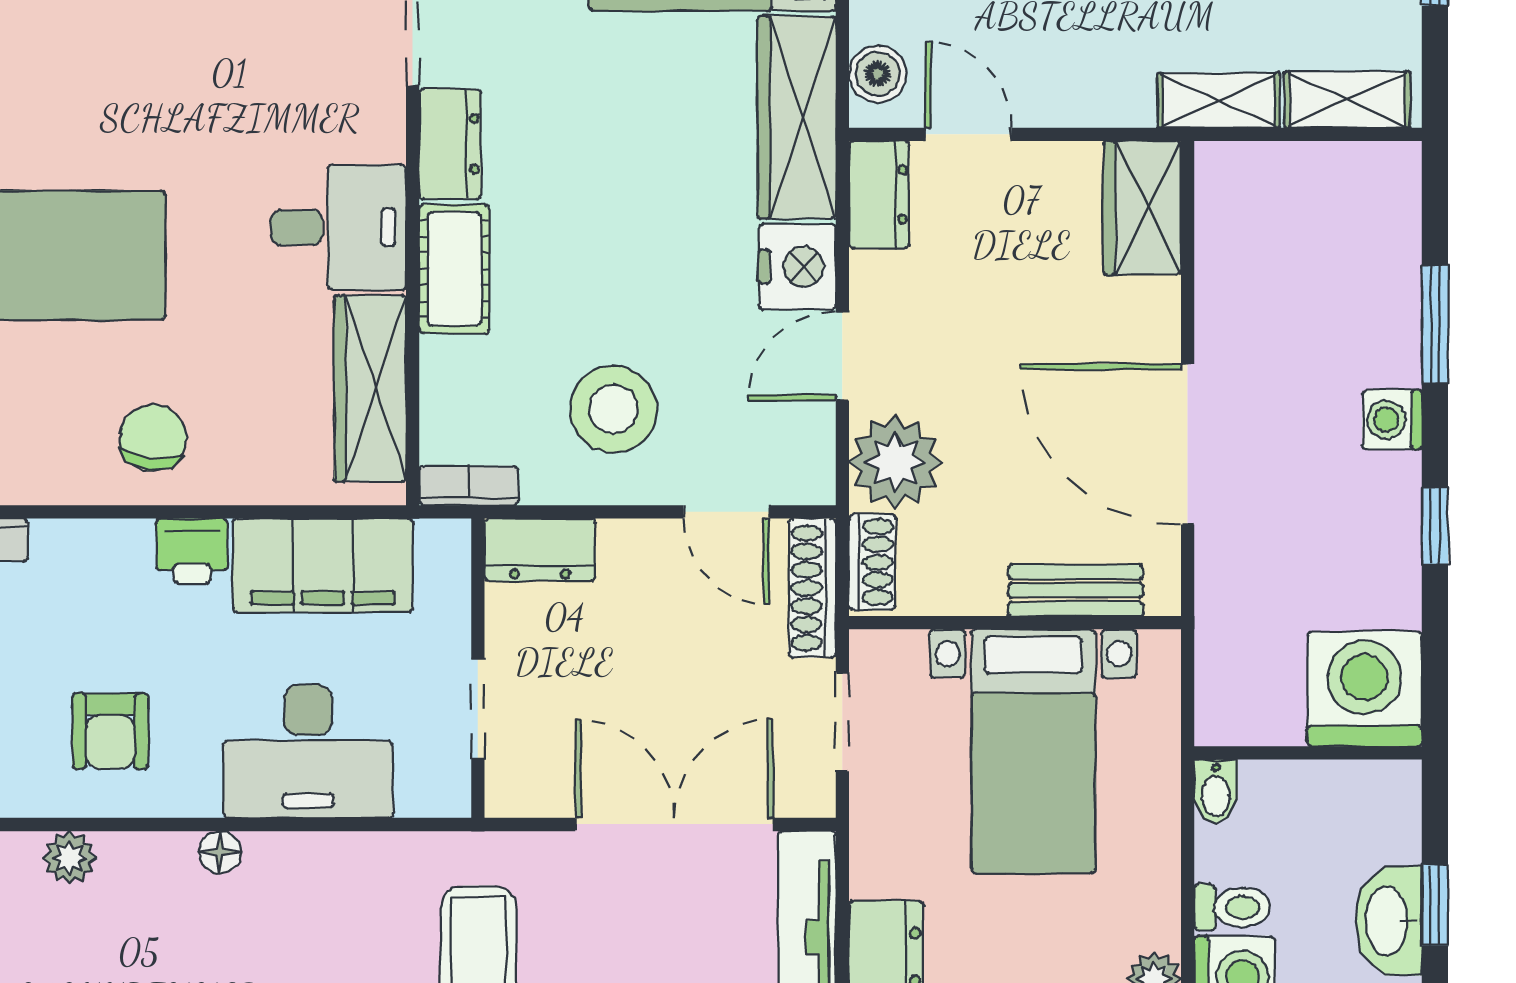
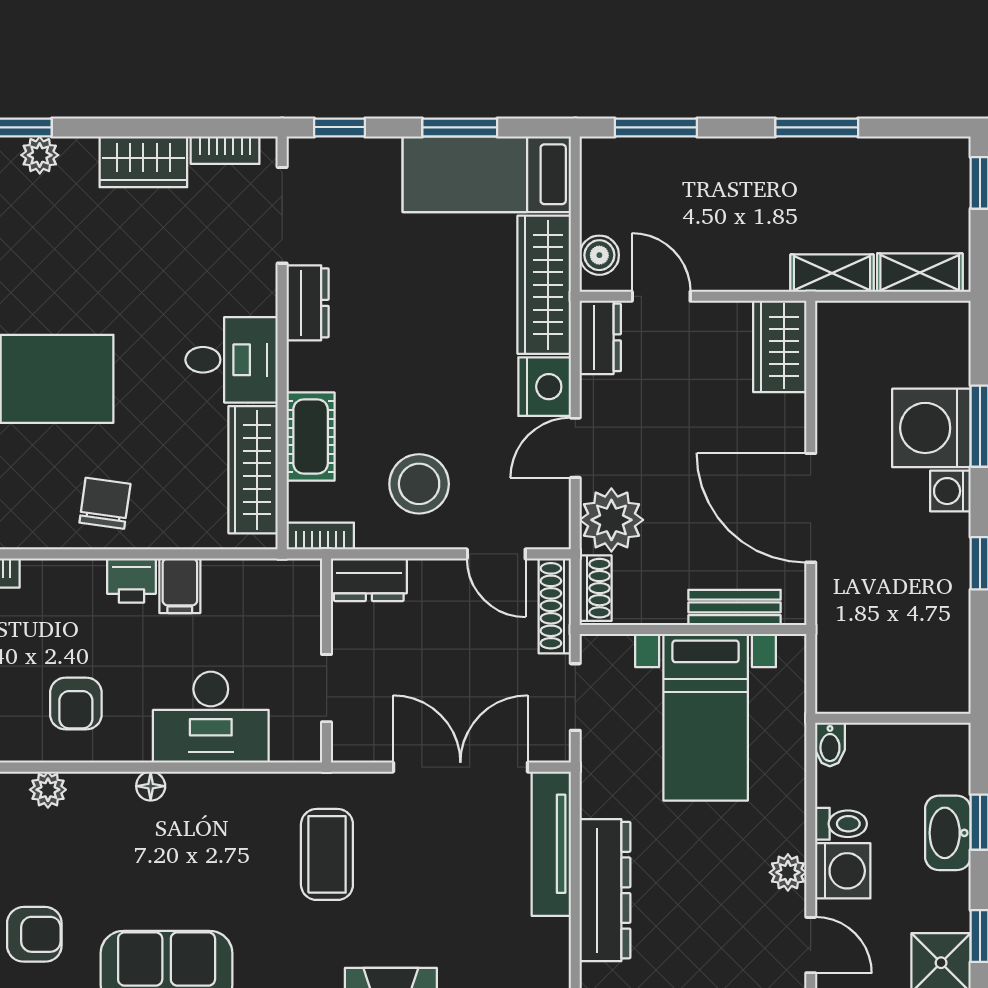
cot: (454, 269) -> (311, 437), moved
filing cabinet: (323, 565) -> (180, 586), width x0.33, depth x0.86
washing machine: (1364, 689) -> (931, 428), moved, turned -90

